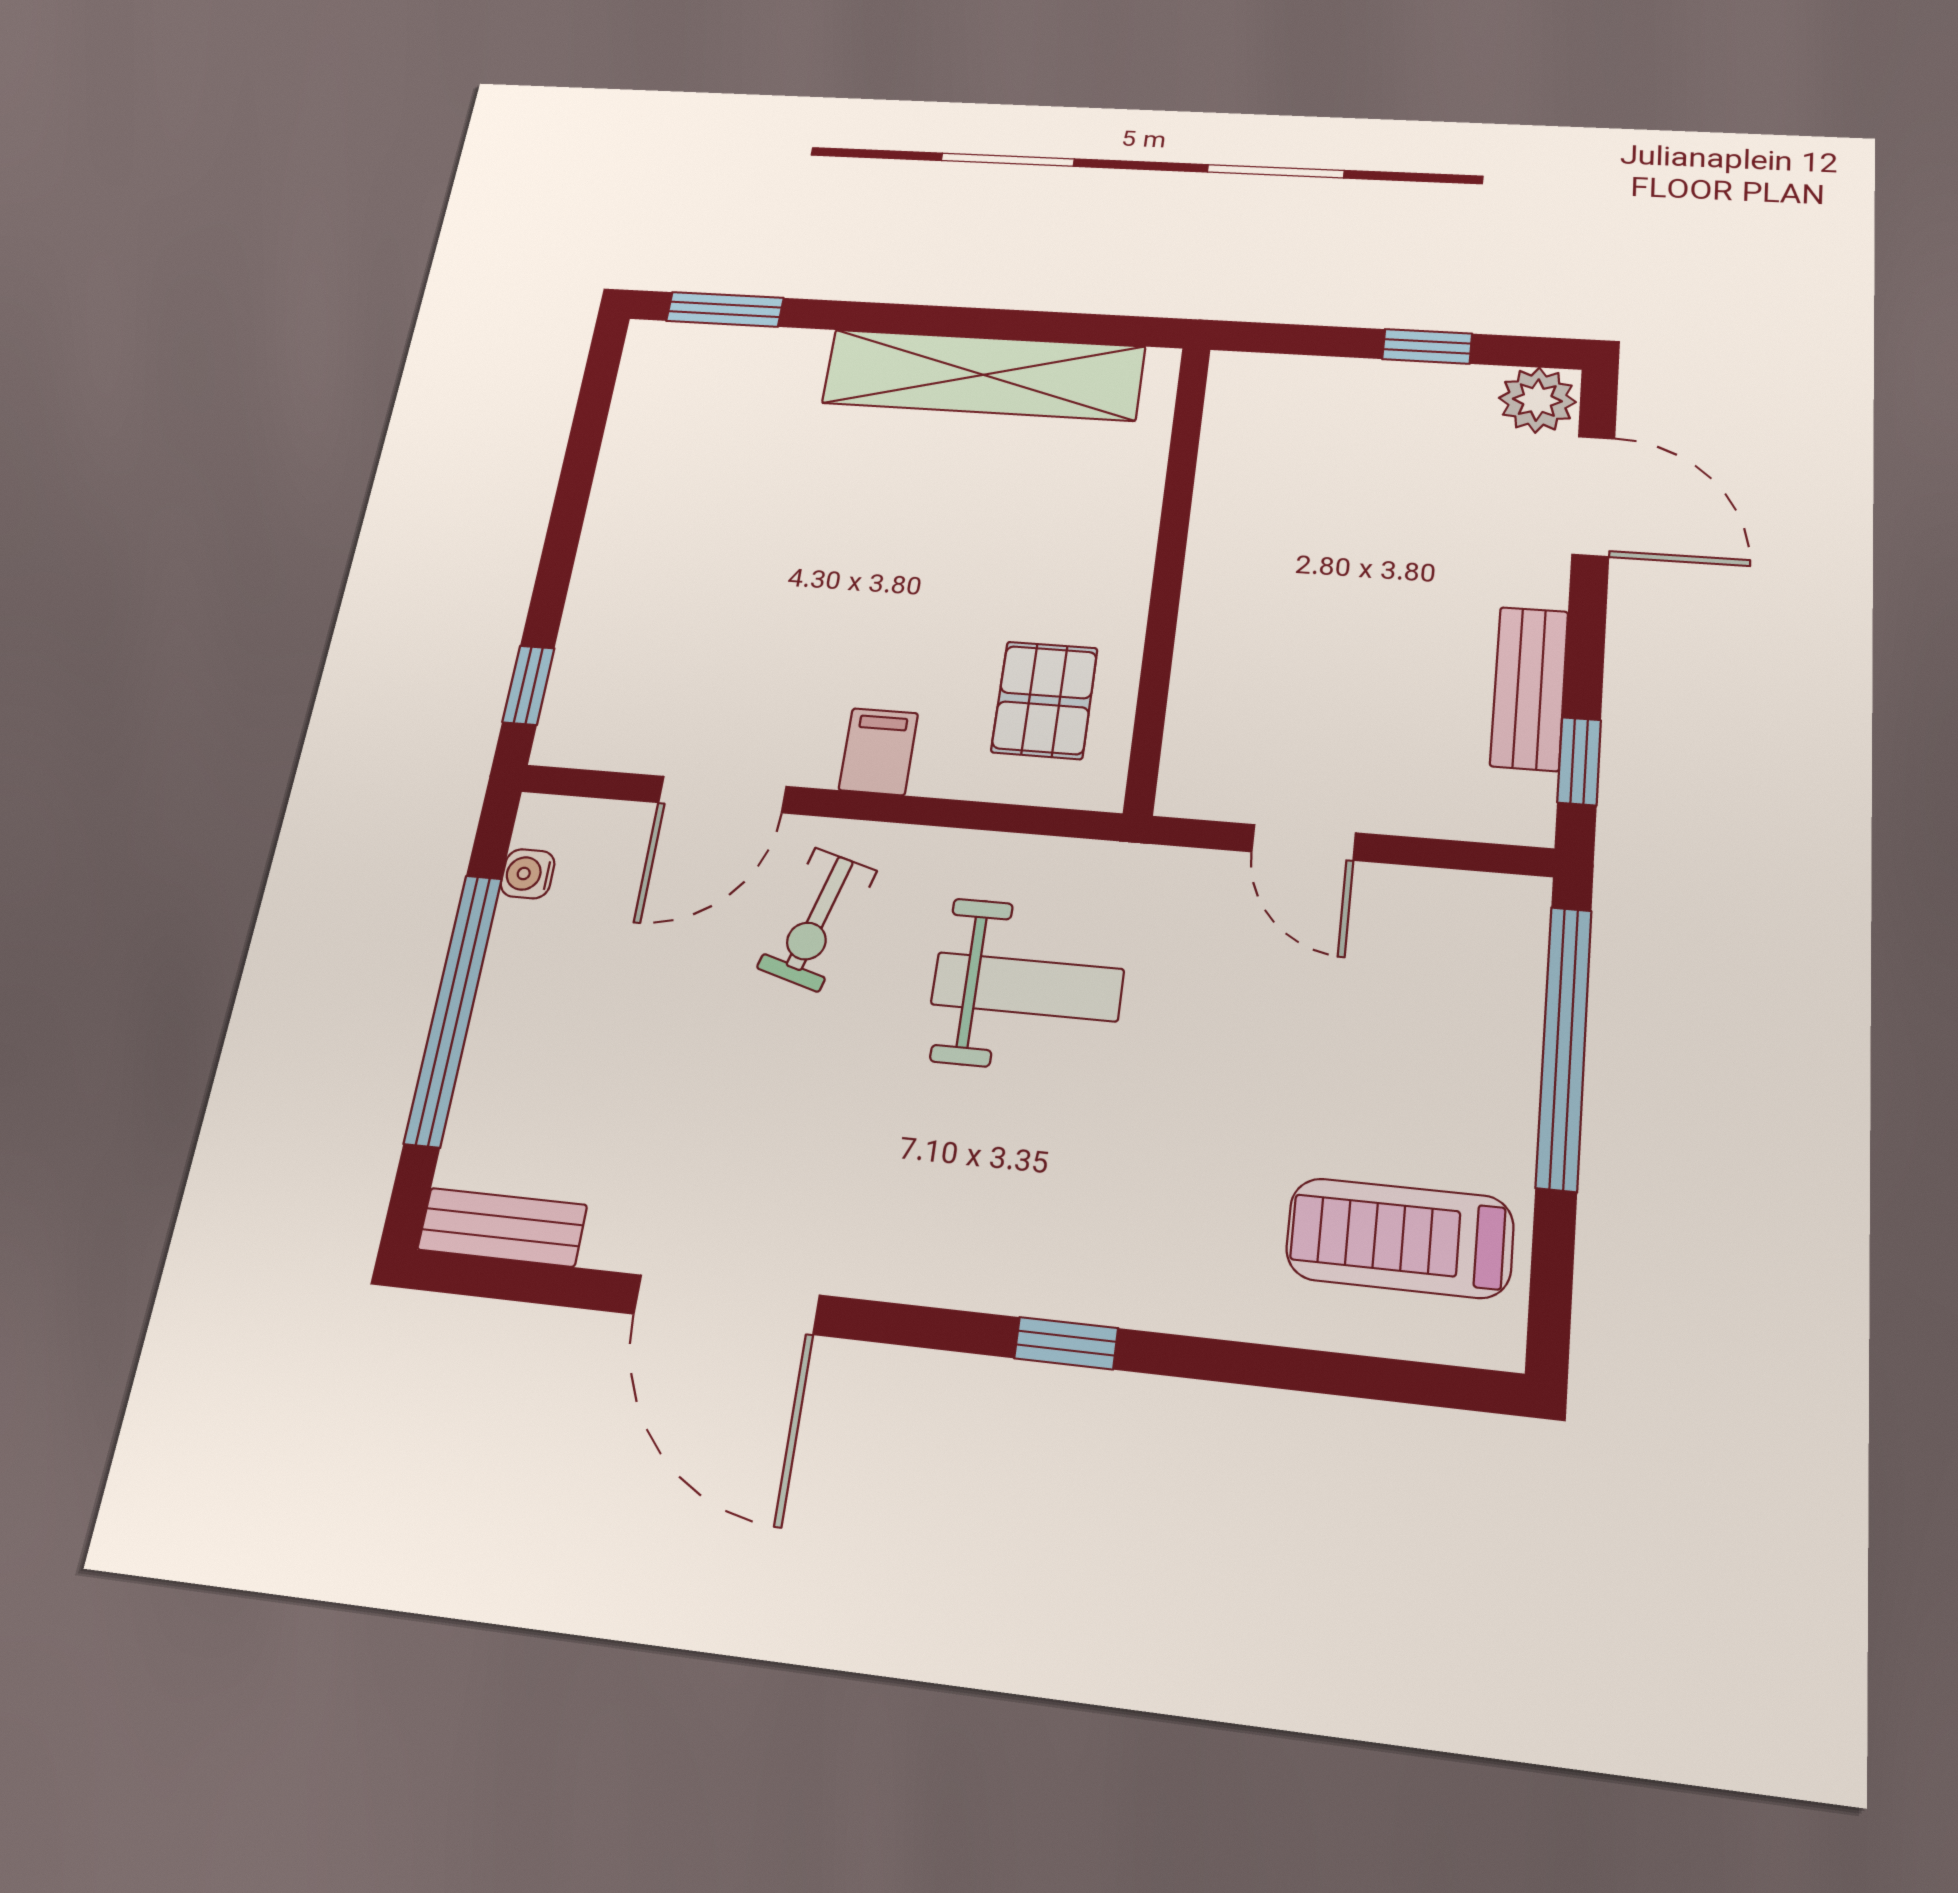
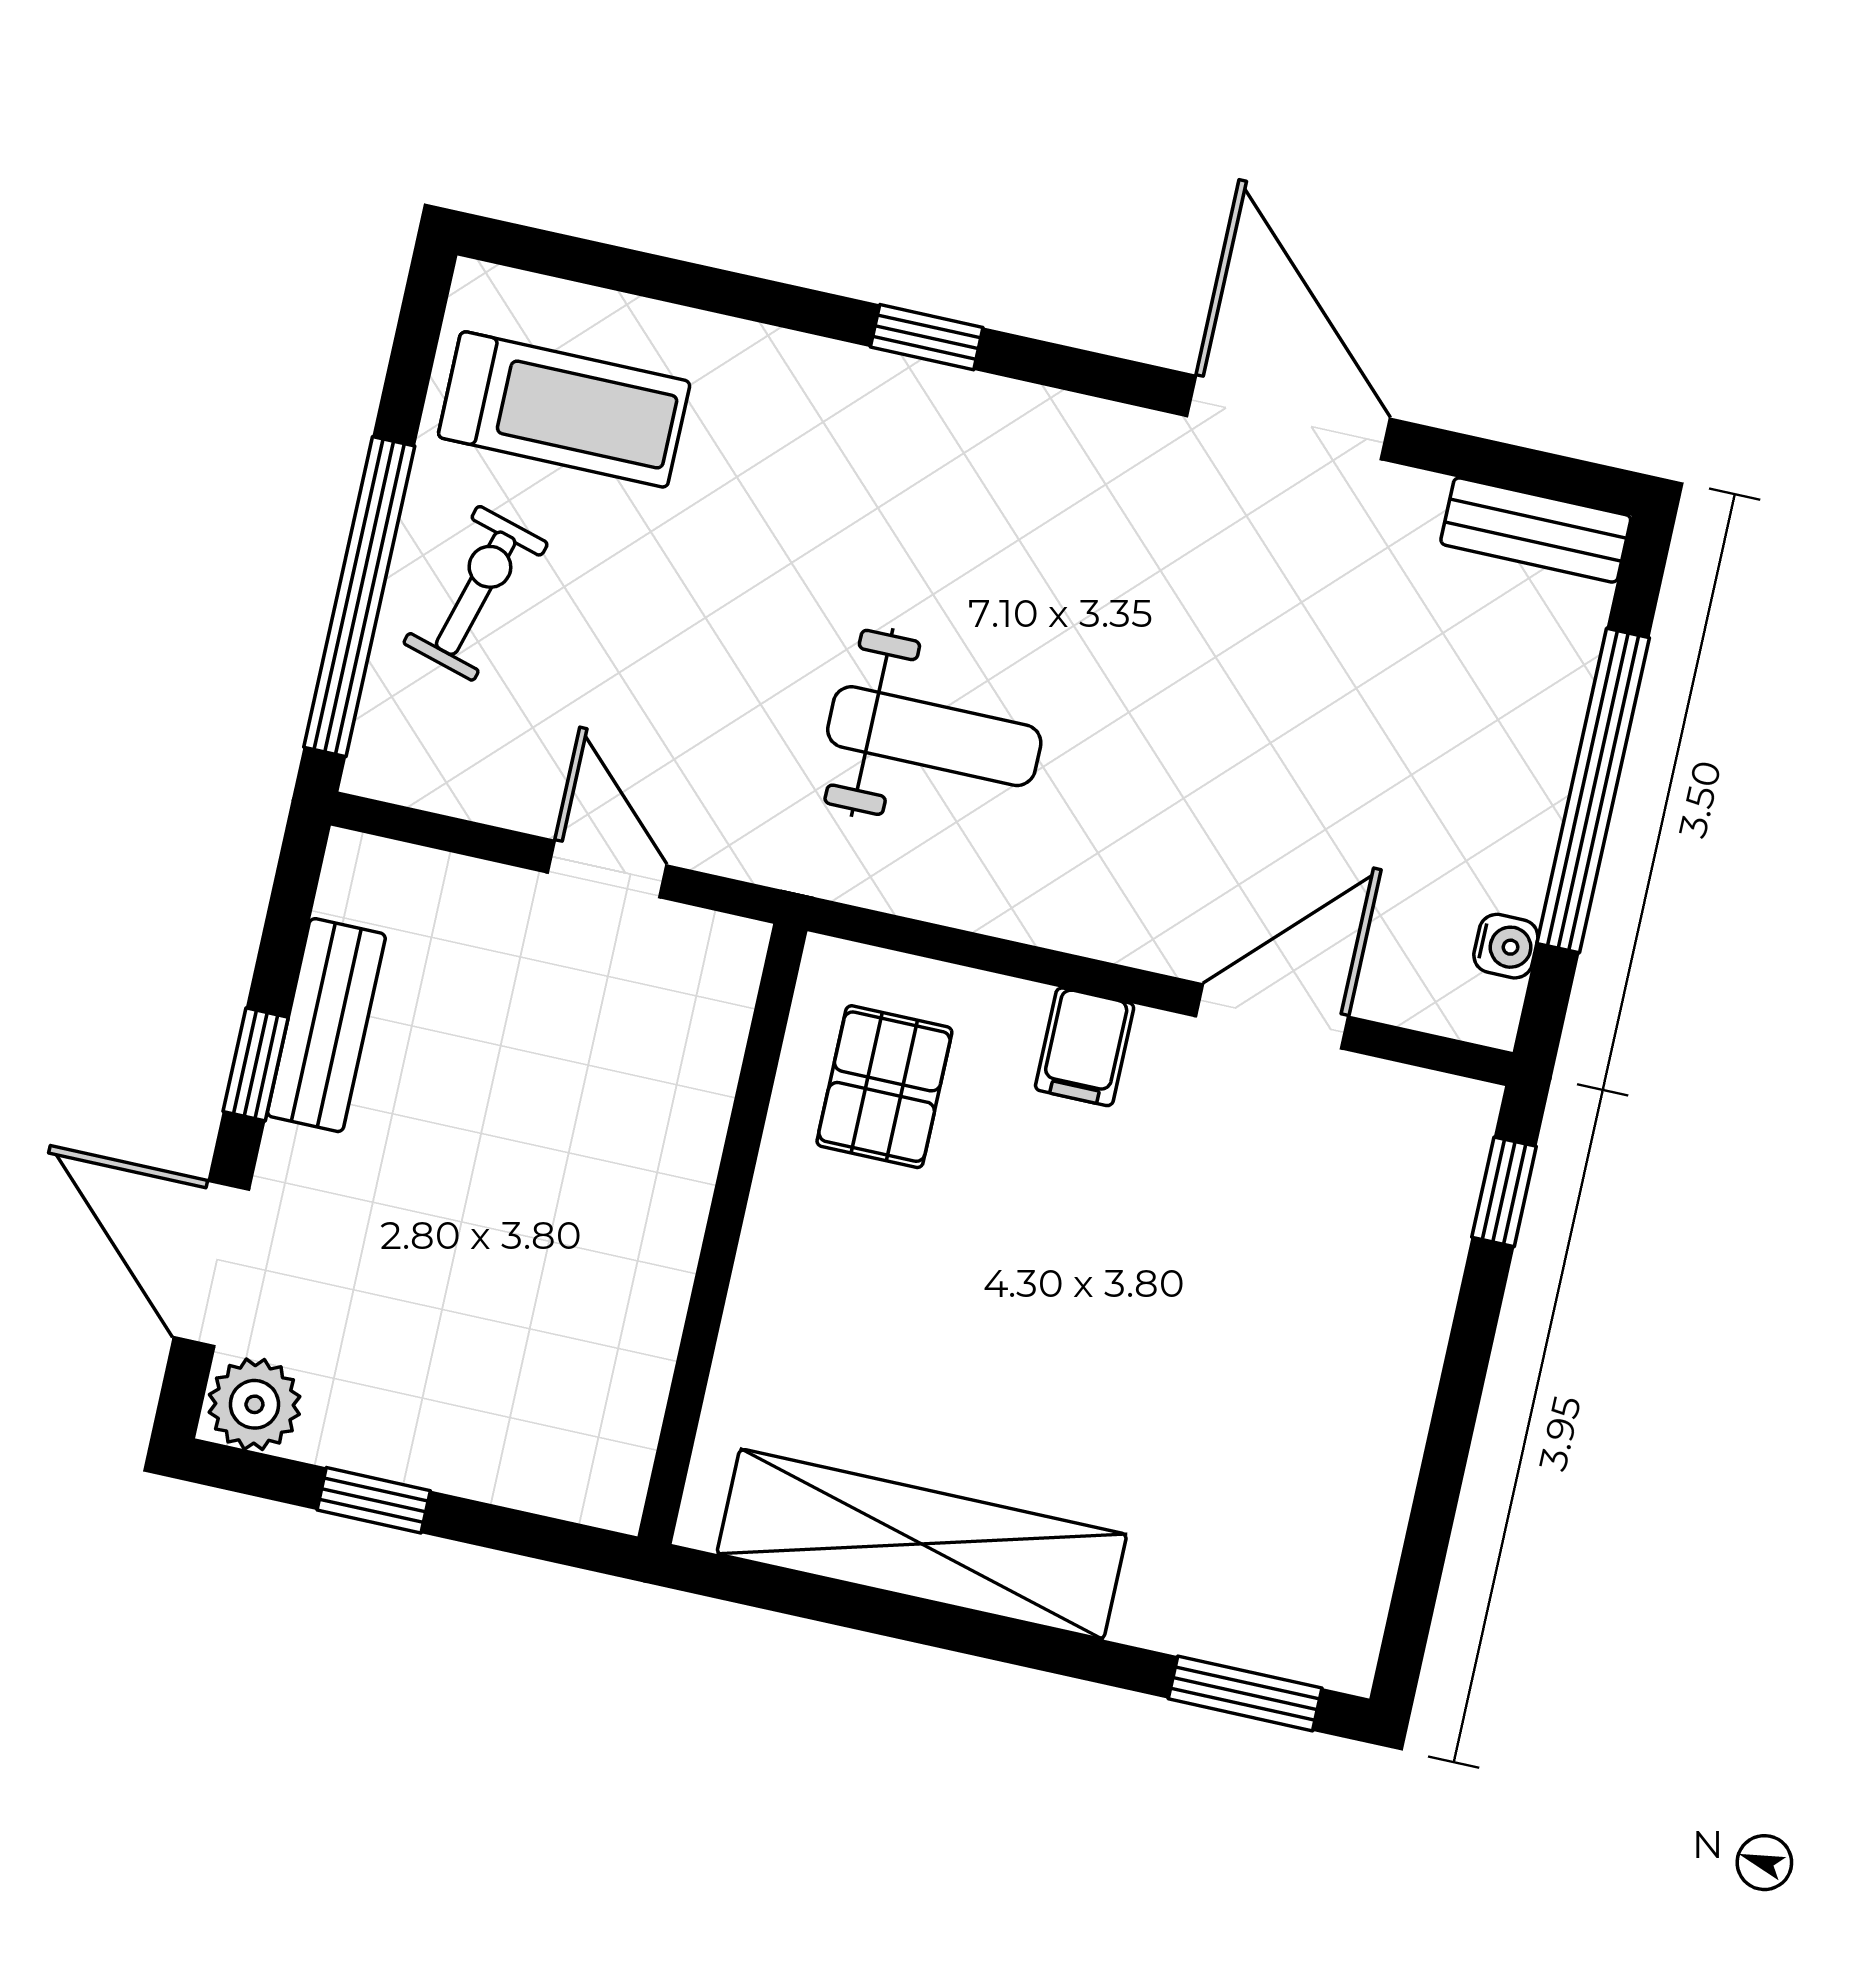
window: (1579, 761) -> (256, 1064), moved
exercise bike: (817, 919) -> (476, 593), moved
weight bench: (1027, 987) -> (934, 736), turned 180

